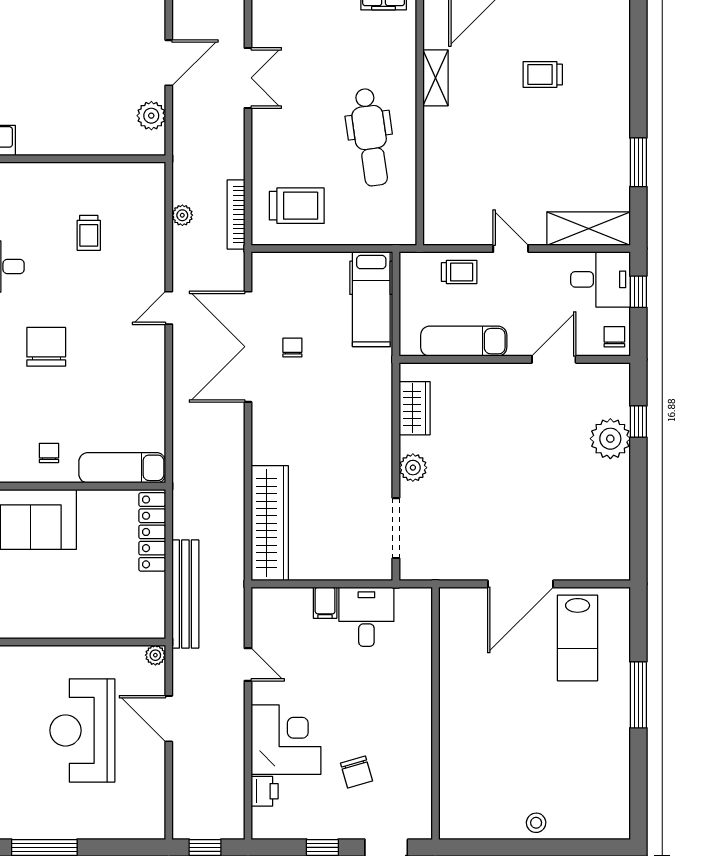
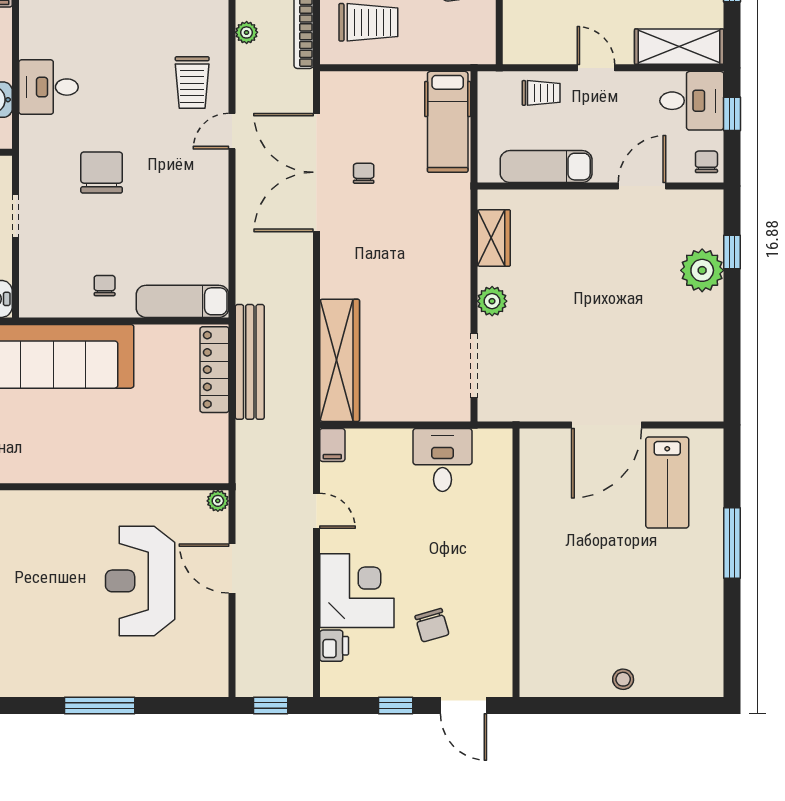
trolley: (89, 233) -> (192, 83), moved, width x1.36, depth x1.39
bench: (185, 594) -> (250, 362), moved
filing cabinet: (325, 603) -> (332, 445), moved

